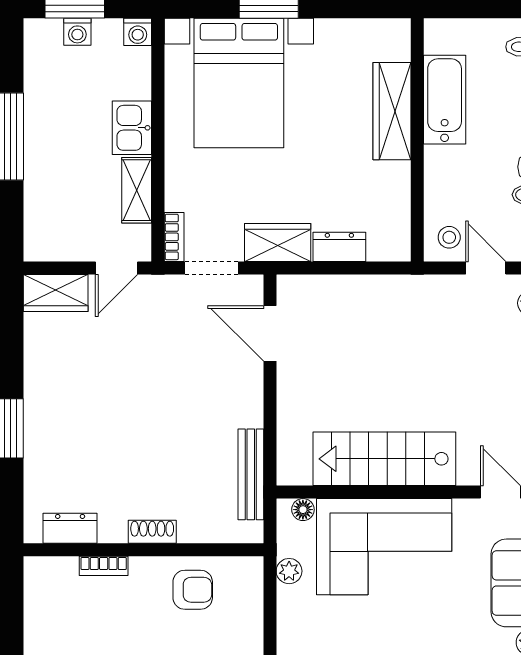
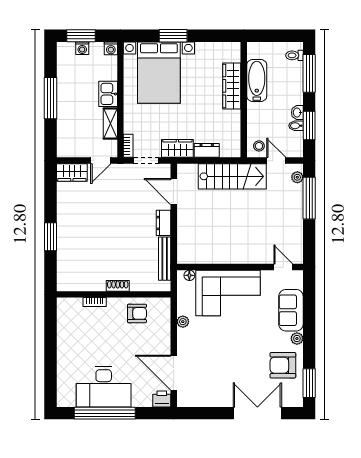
stairs: (384, 459) -> (232, 176), moved, turned 180
dresser: (70, 528) -> (163, 223), moved, turned -90
plant: (289, 571) -> (183, 322), moved

